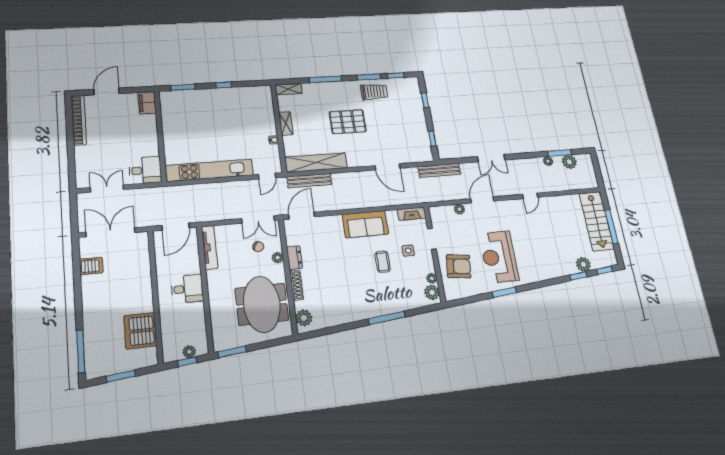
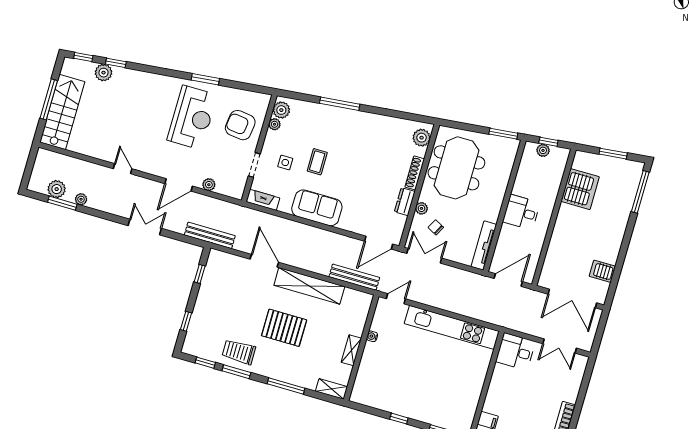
shelving: (316, 163) -> (309, 286), moved
door: (530, 196) -> (123, 169), hinge flipped

